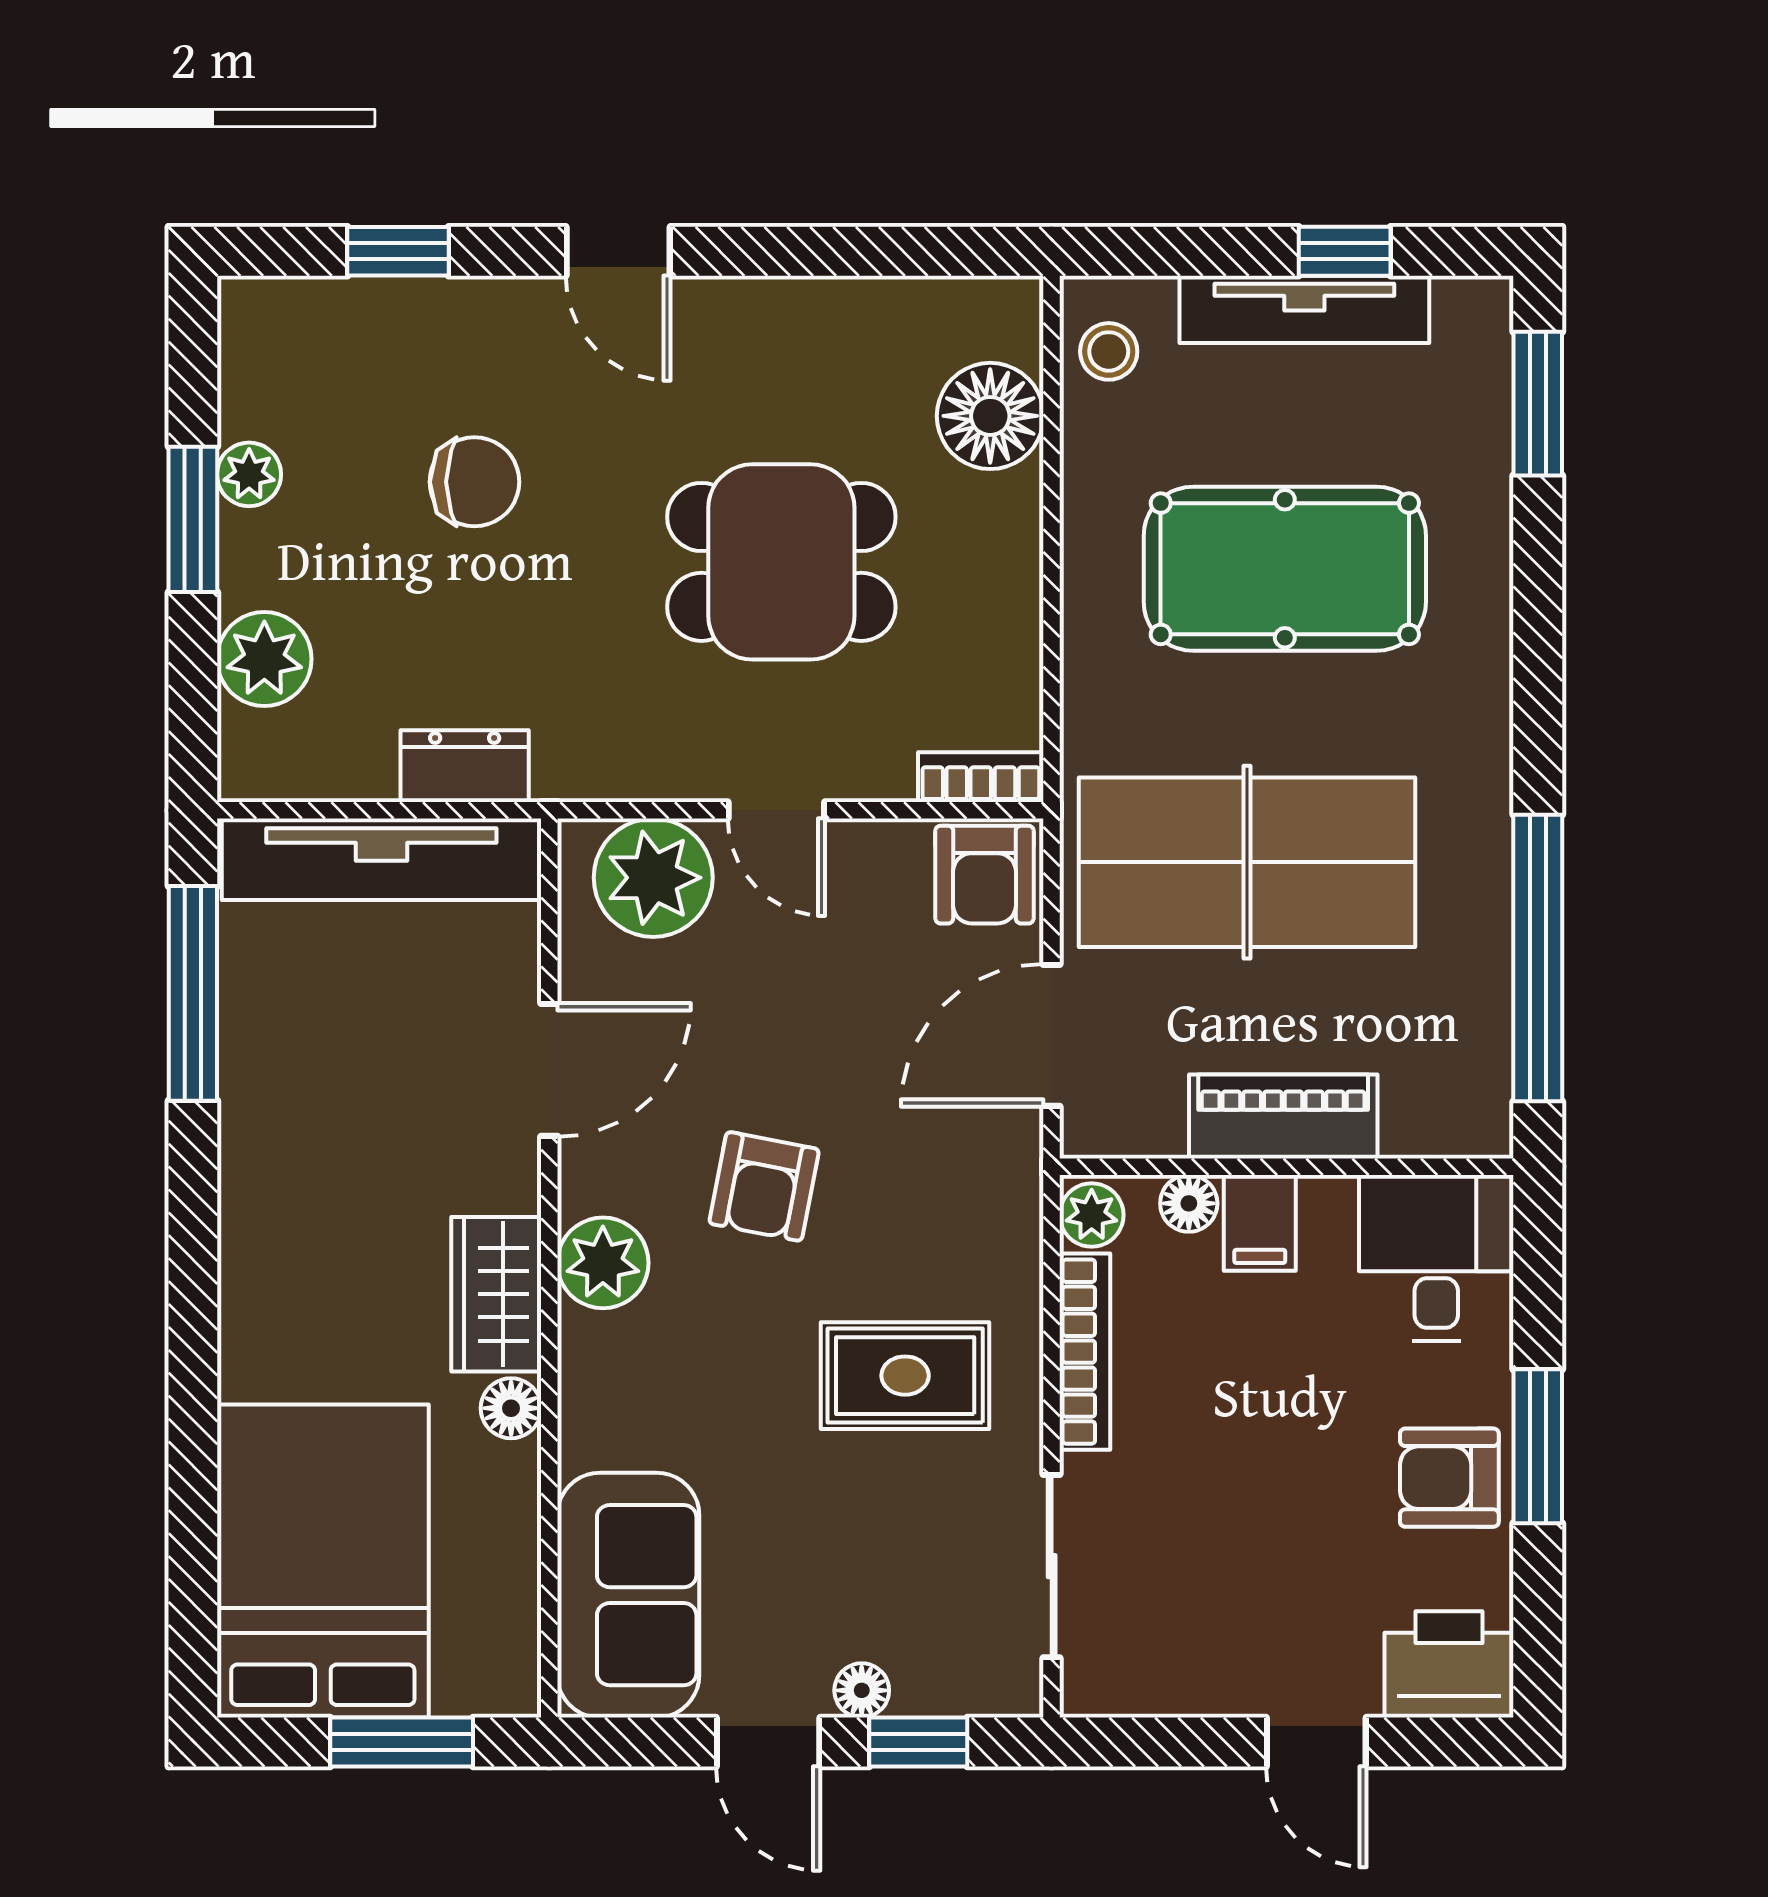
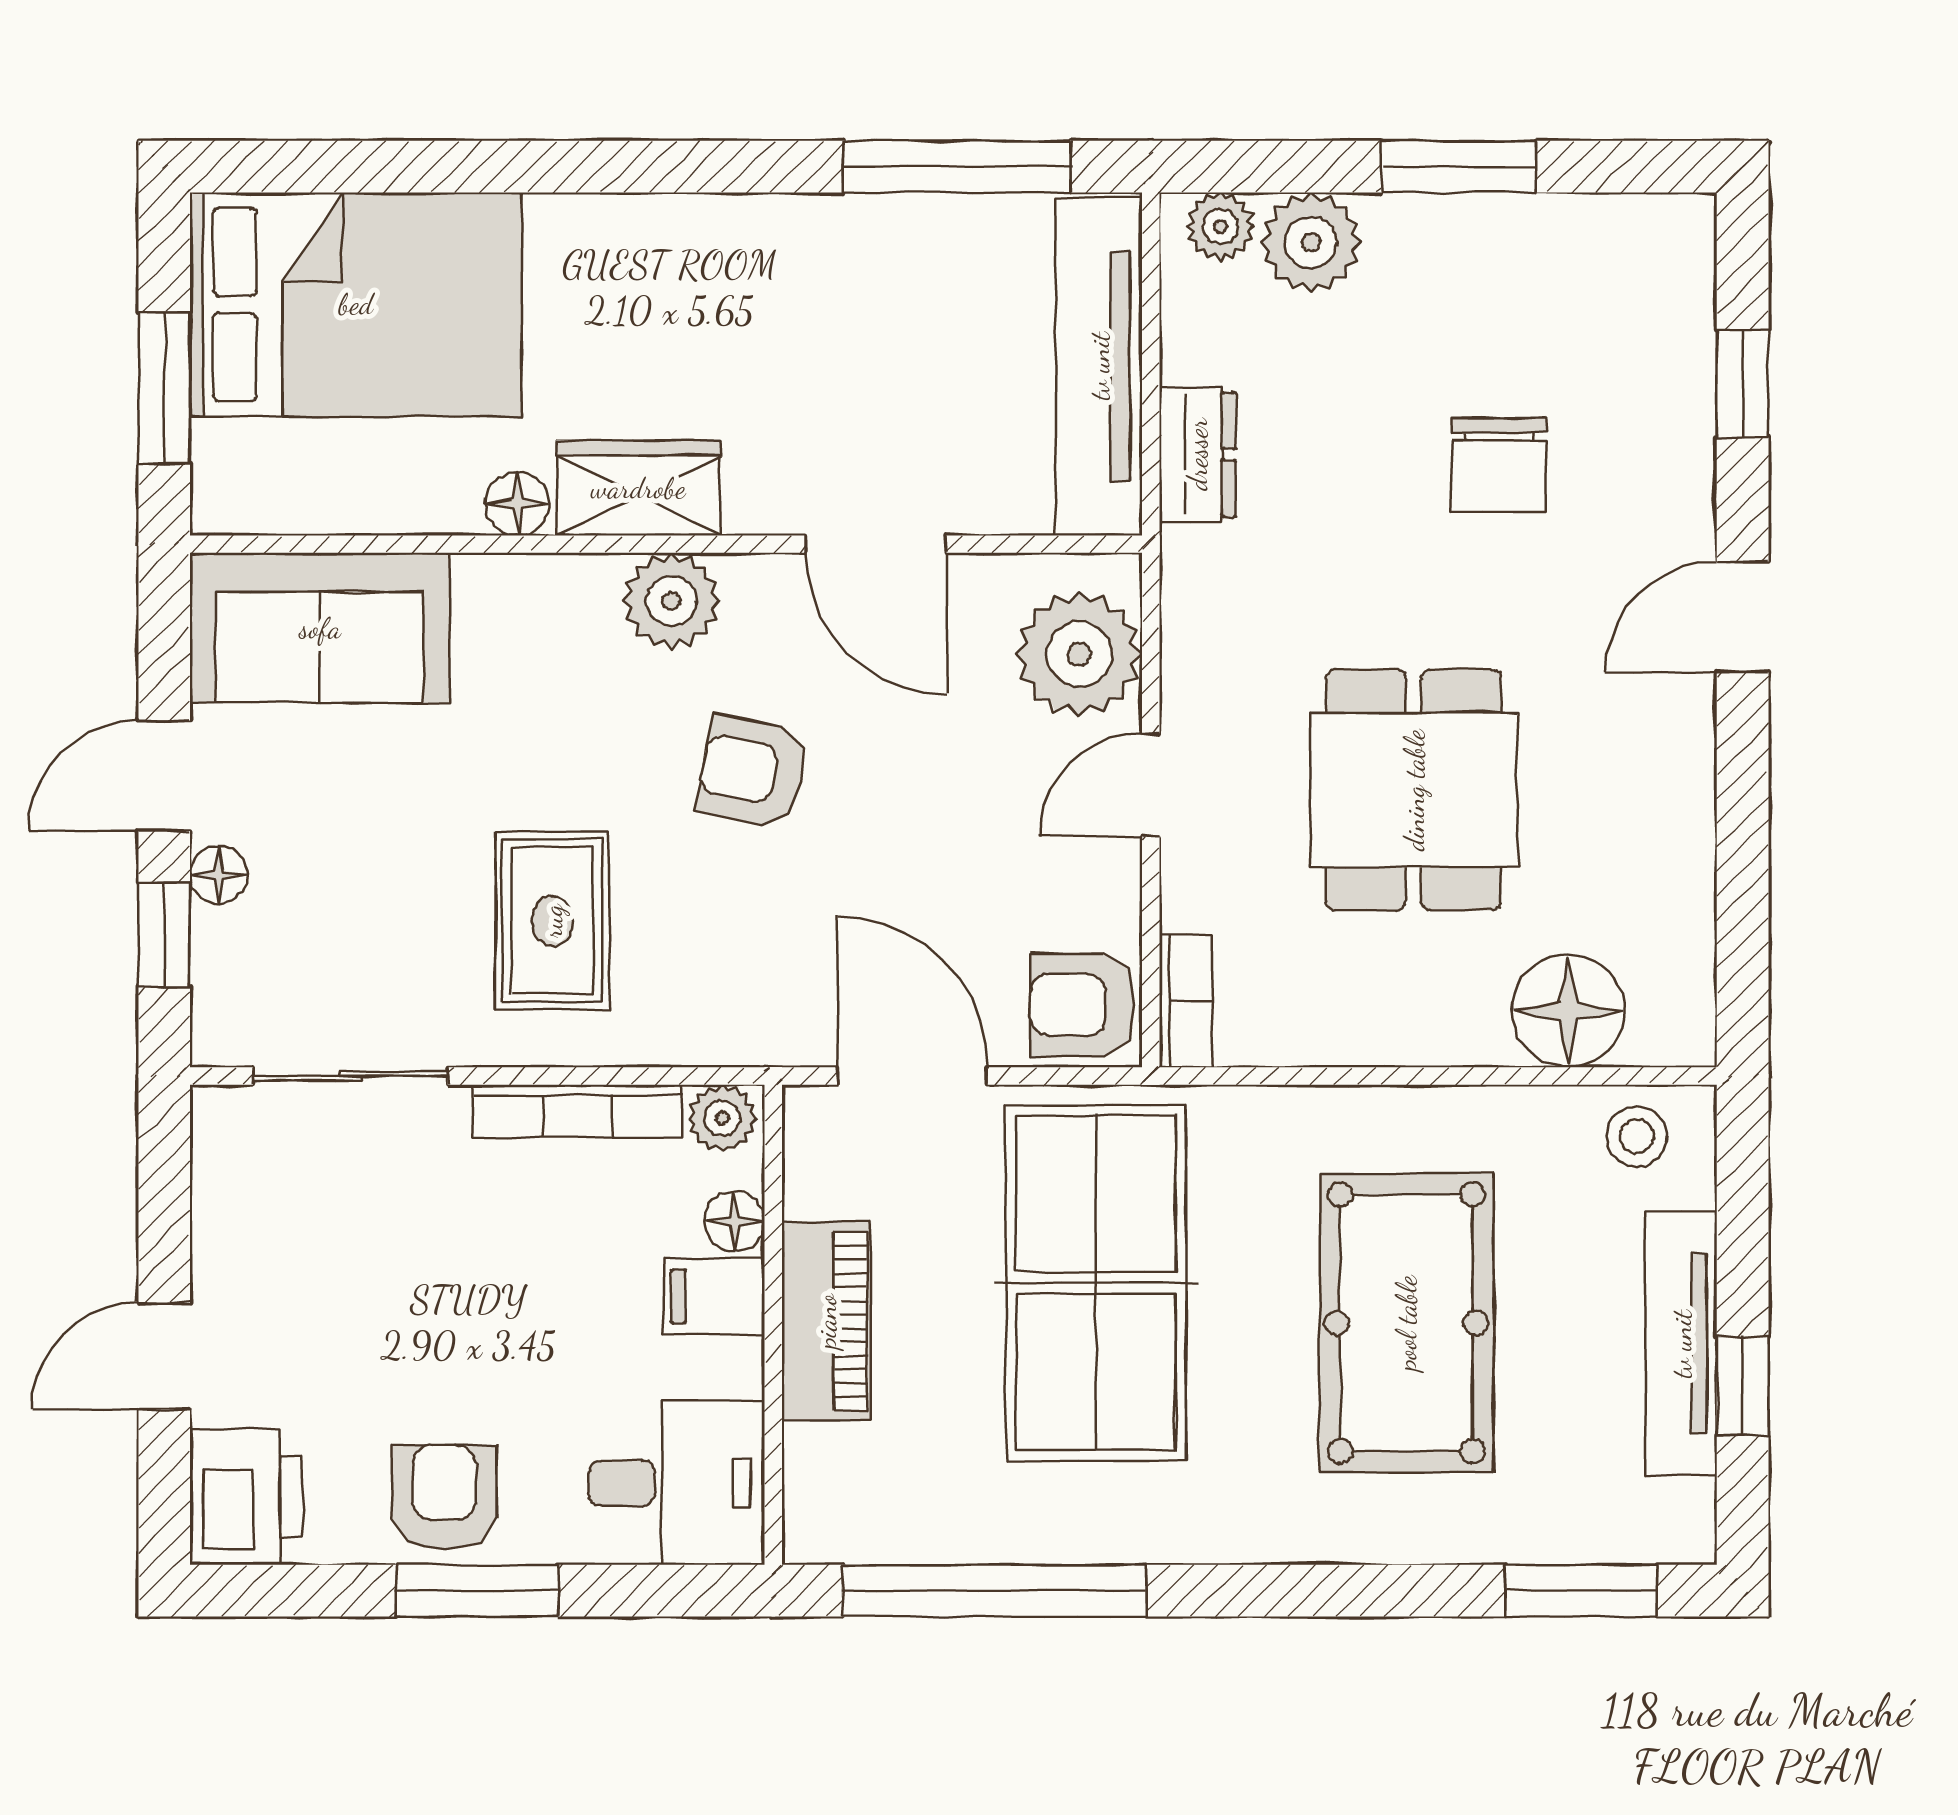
plant: (249, 474) -> (1220, 226), moved

